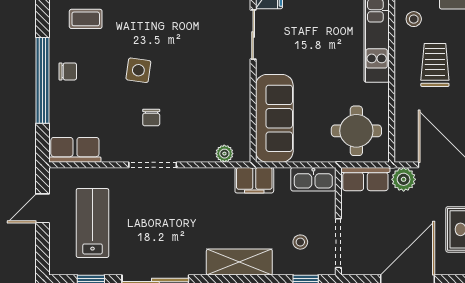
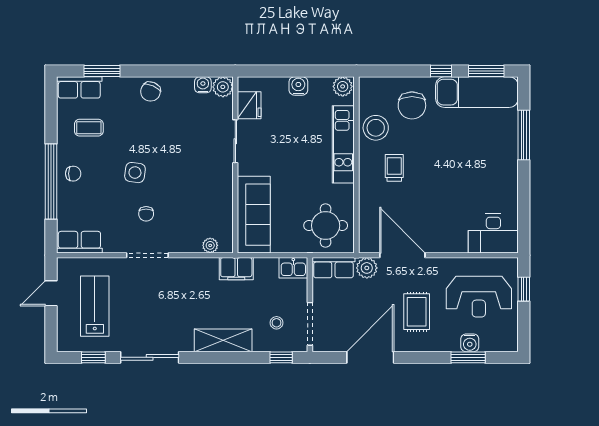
stool: (414, 19) -> (376, 128), width x1.89, depth x1.89
trolley: (435, 65) -> (394, 168), width x0.73, depth x0.72
kitchen sink: (313, 179) -> (293, 268), width x0.73

